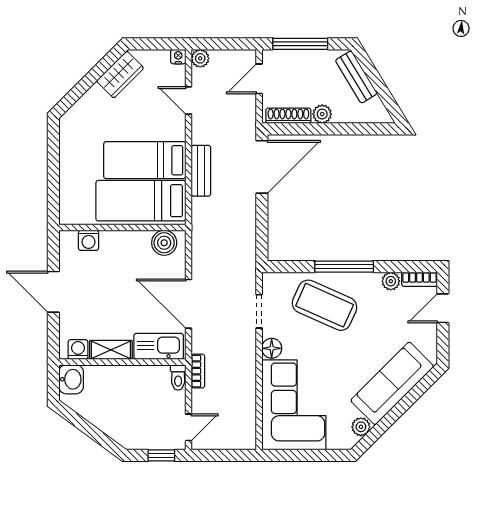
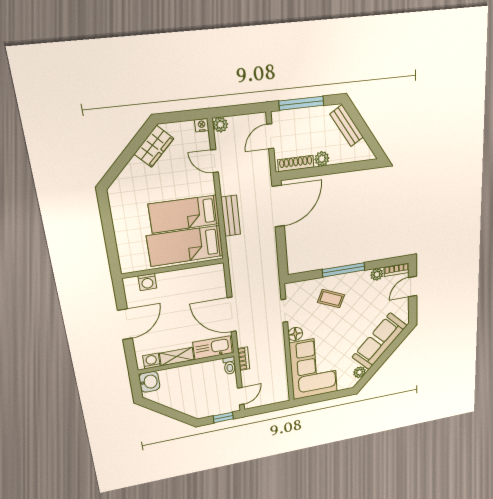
boiler: (164, 243) -> (208, 274), removed
door: (53, 292) -> (125, 324), swing flipped
coffee table: (325, 305) -> (331, 299), width x0.54, depth x0.58

